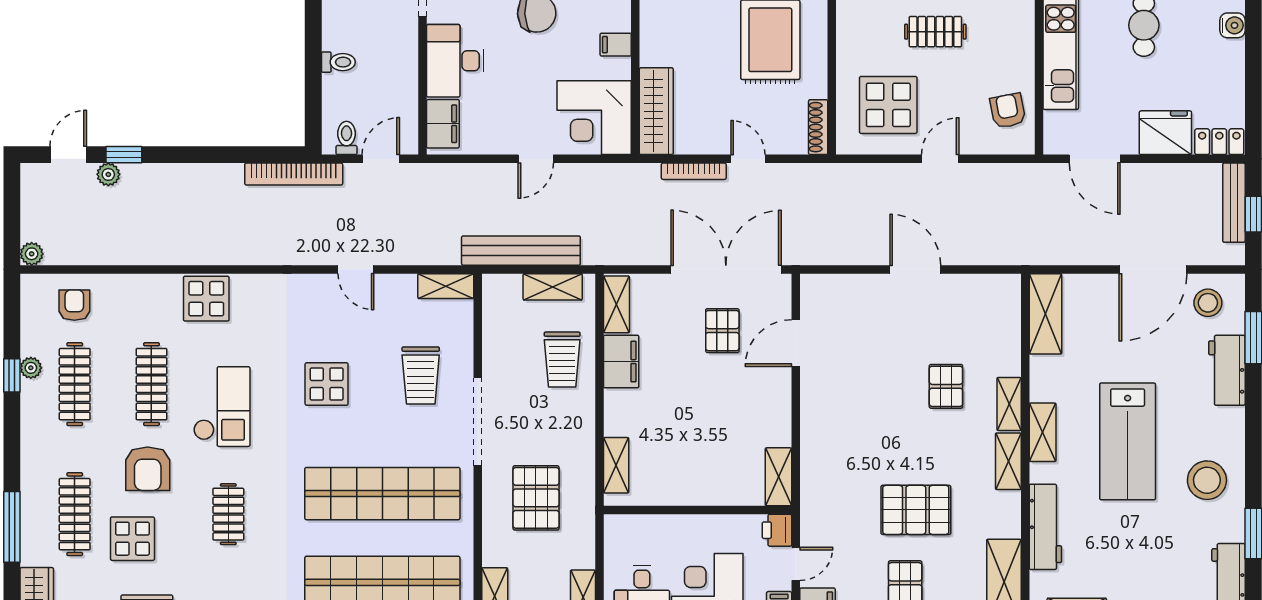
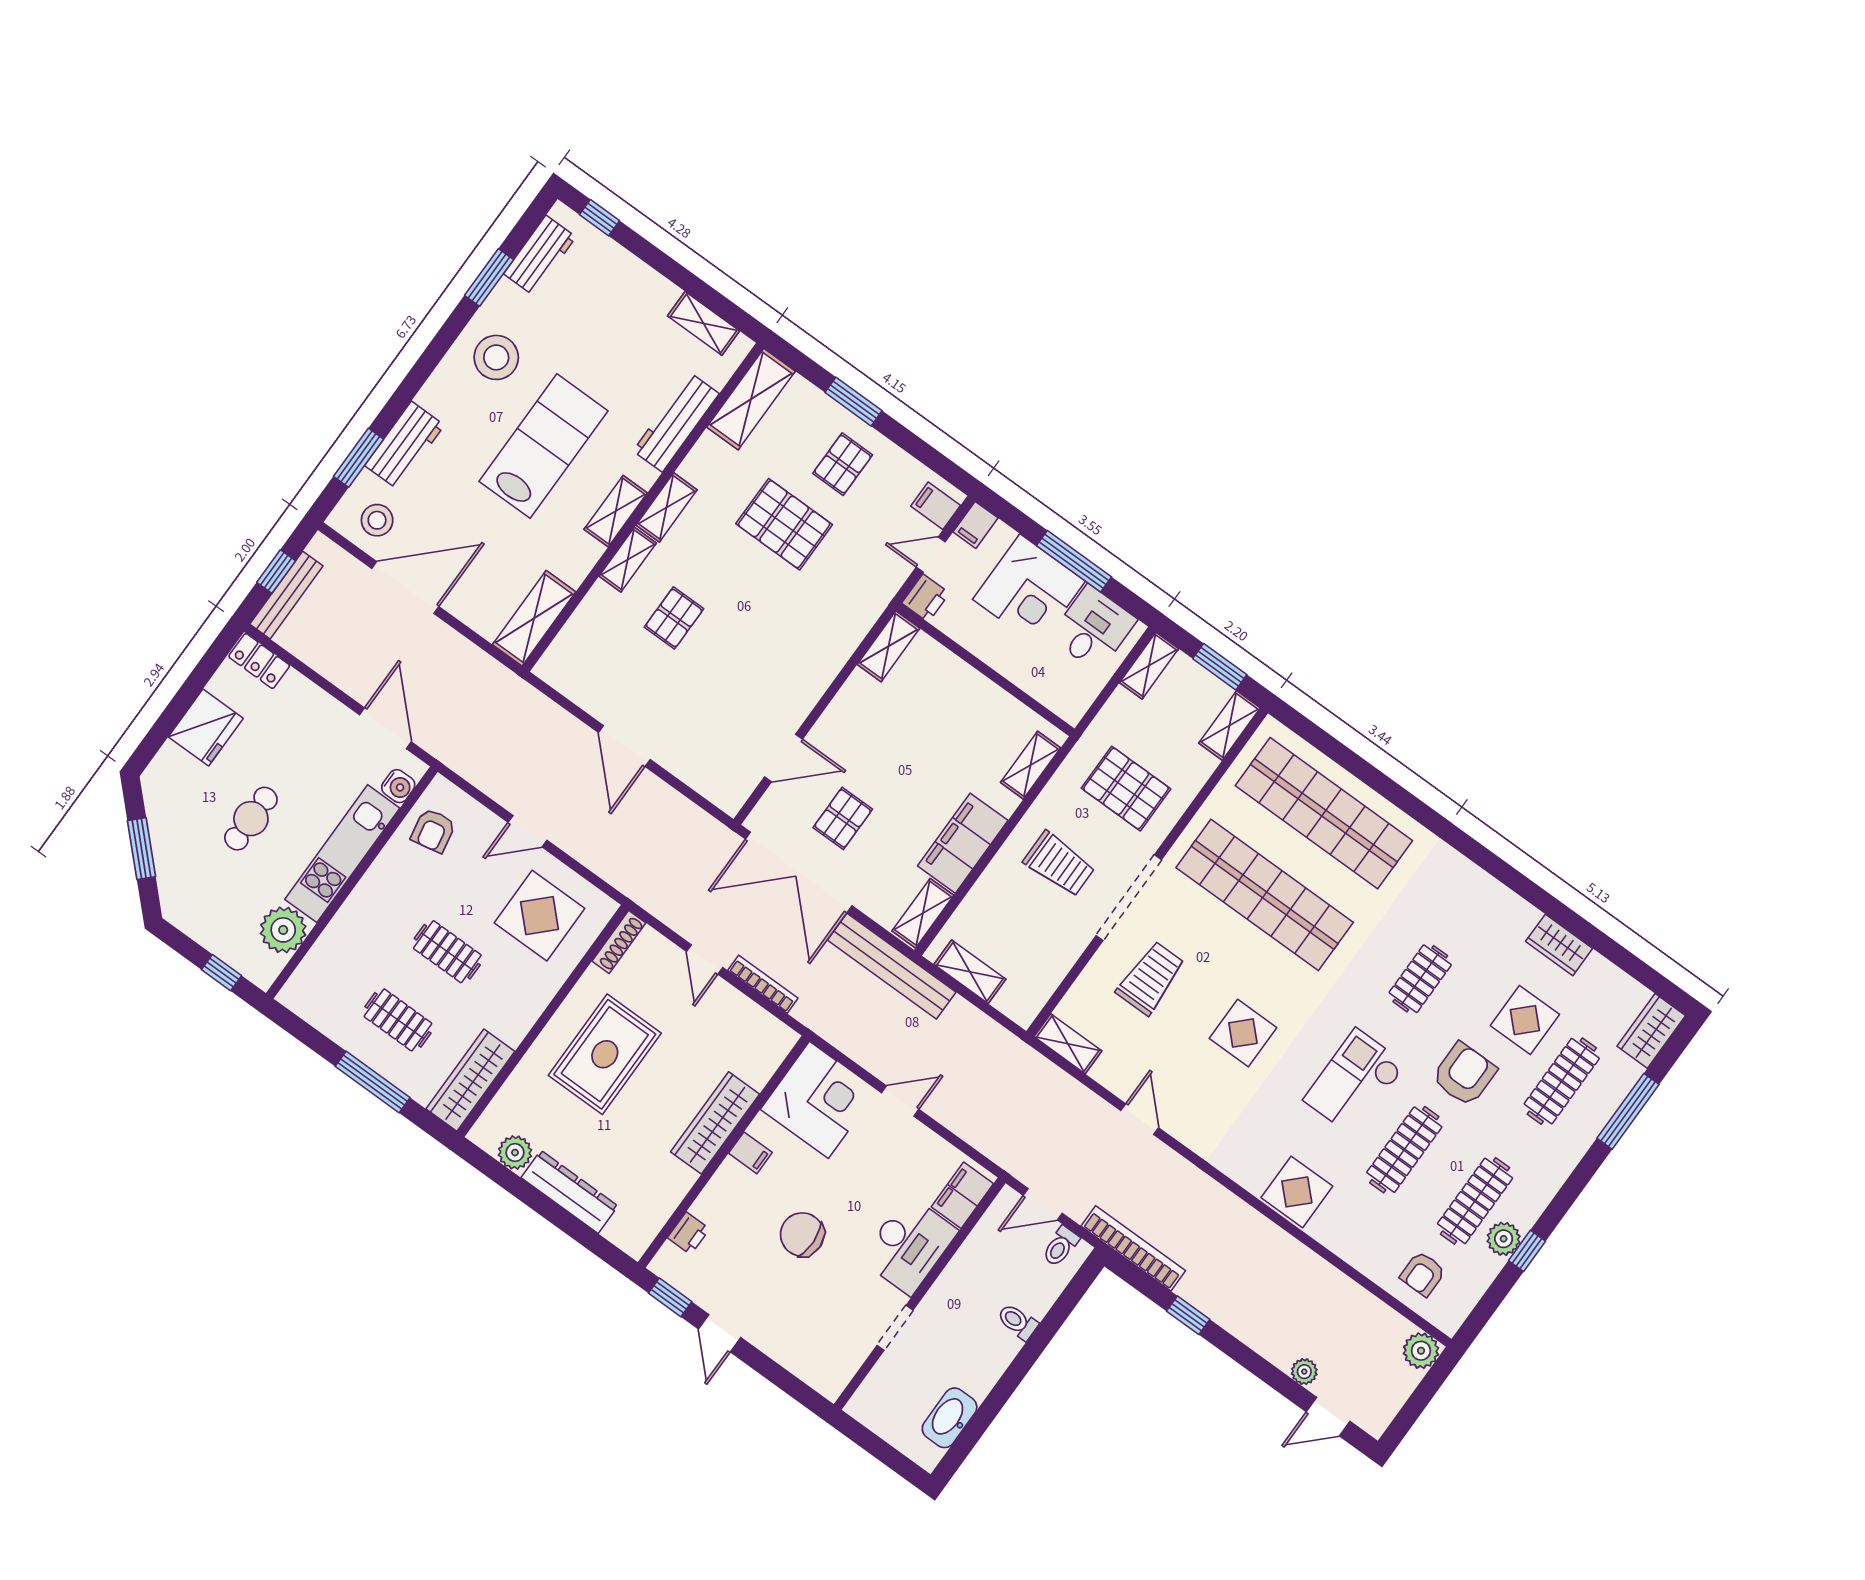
water cooler: (1232, 25) -> (398, 786), moved, turned 180
wardrobe: (656, 111) -> (715, 1123), moved
fridge: (1165, 133) -> (206, 728), moved, turned -90
window: (124, 155) -> (1188, 1315), moved
bench: (521, 251) -> (892, 966), moved
plant: (32, 254) -> (1421, 1351), width x1.38, depth x1.38
trolley: (562, 360) -> (1059, 864), moved, turned 90
filing cabinet: (621, 362) -> (963, 843), width x1.50, depth x1.17
plant: (31, 368) -> (1504, 1239), width x1.38, depth x1.38
pallet: (536, 498) -> (1126, 789), turned 90

